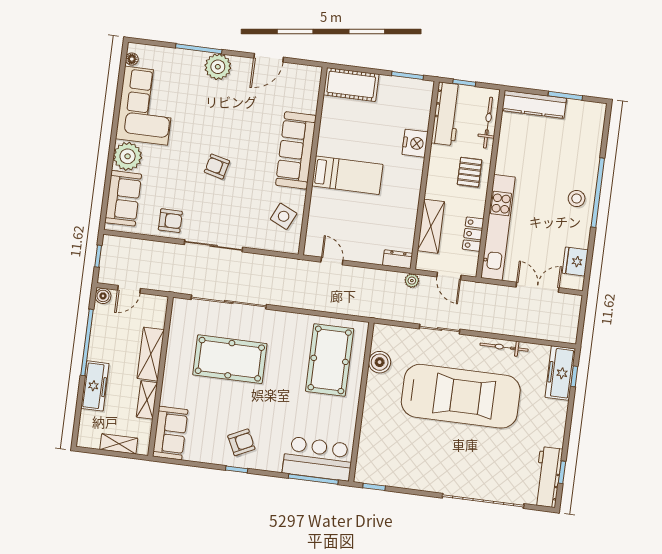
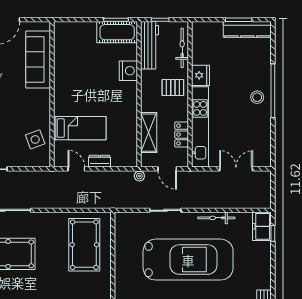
cot: (351, 85) -> (117, 32), moved
kitchen counter: (534, 104) -> (247, 29), moved
sofa: (296, 150) -> (38, 59), moved
pallet: (470, 172) -> (173, 88), turned 90
bed: (347, 175) -> (80, 128), moved
side table: (284, 216) -> (35, 139), turned 45
dresser: (398, 259) -> (99, 161), moved
fridge: (575, 261) -> (201, 75), moved, turned 180
boiler: (380, 362) -> (123, 241), removed
freezer: (560, 373) -> (262, 226), width x0.71

